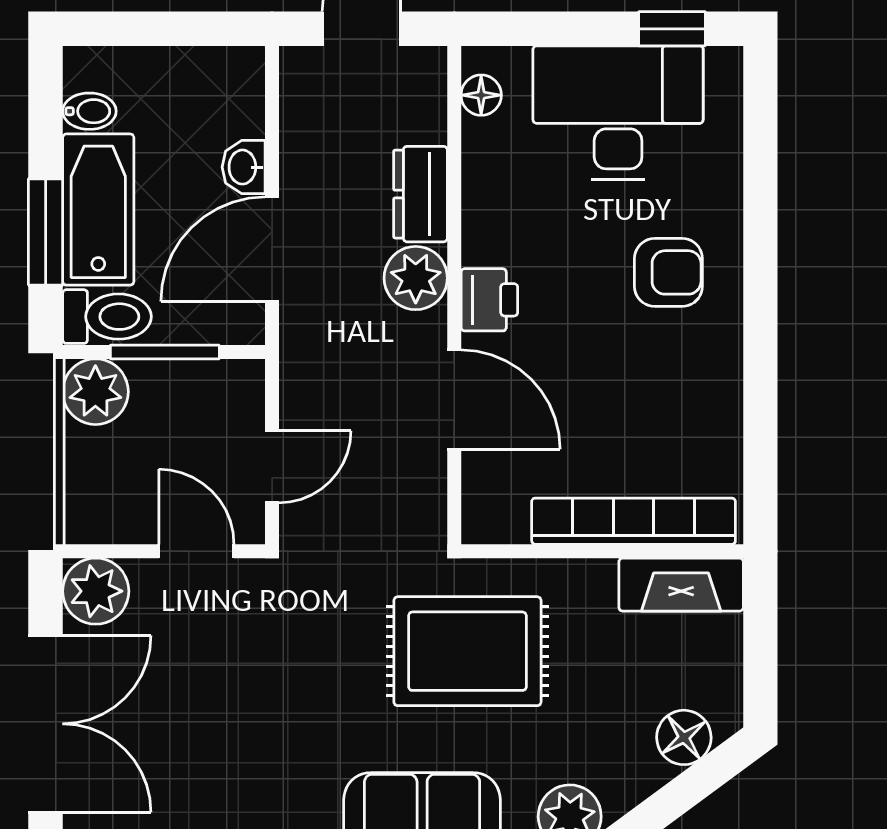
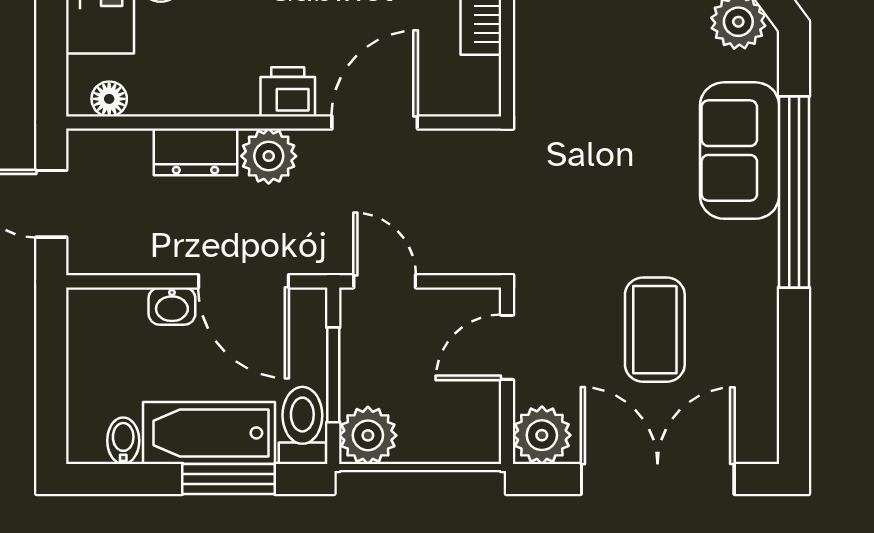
door: (272, 467) -> (385, 281), moved
rug: (467, 651) -> (594, 111), removed
coffee table: (217, 721) -> (655, 330), added

